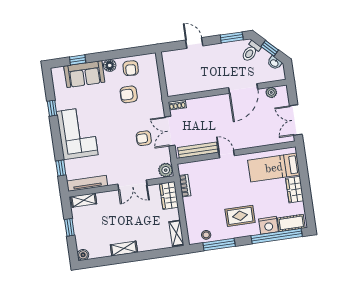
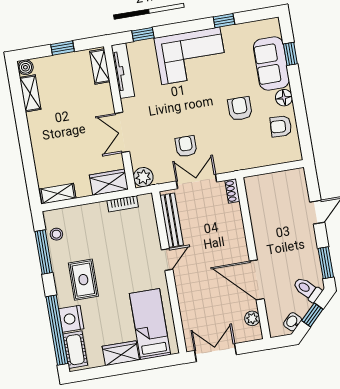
armchair: (129, 94) -> (240, 109), moved
shelving: (124, 249) -> (30, 93), moved

